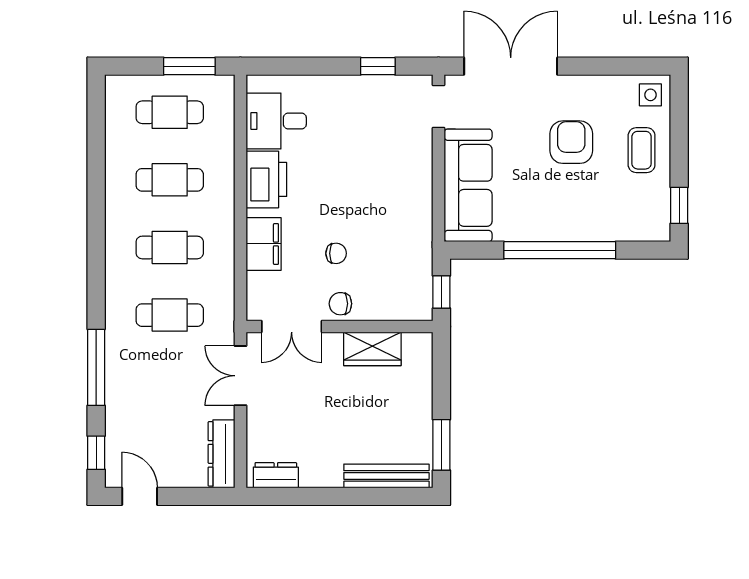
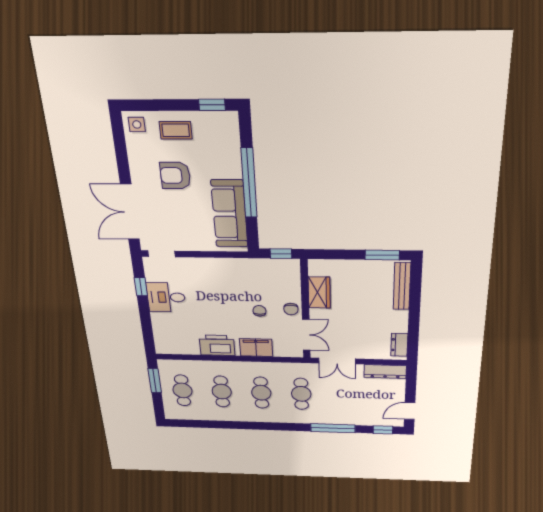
desk: (276, 121) -> (166, 297), moved, turned 90
sofa: (468, 185) -> (229, 214), moved, turned -90

